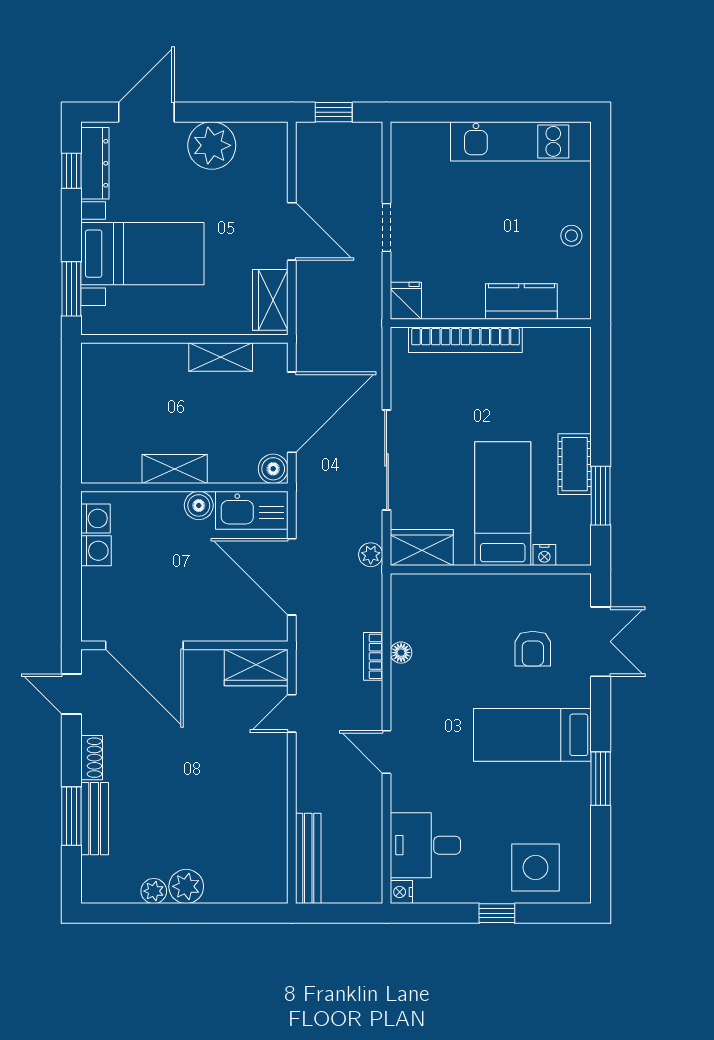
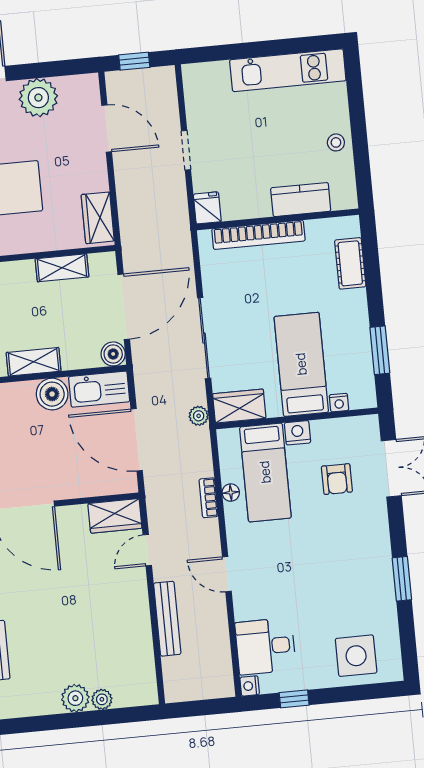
door: (292, 231) -> (107, 129), moved
cot: (575, 464) -> (350, 263), moved
boiler: (199, 505) -> (52, 394), width x1.36, depth x1.36
nightstand: (490, 587) -> (297, 433), added
bed: (532, 735) -> (265, 472), moved, turned -90
bench: (308, 858) -> (167, 619), moved
plant: (154, 891) -> (102, 699), moved
window: (497, 913) -> (294, 699), moved

